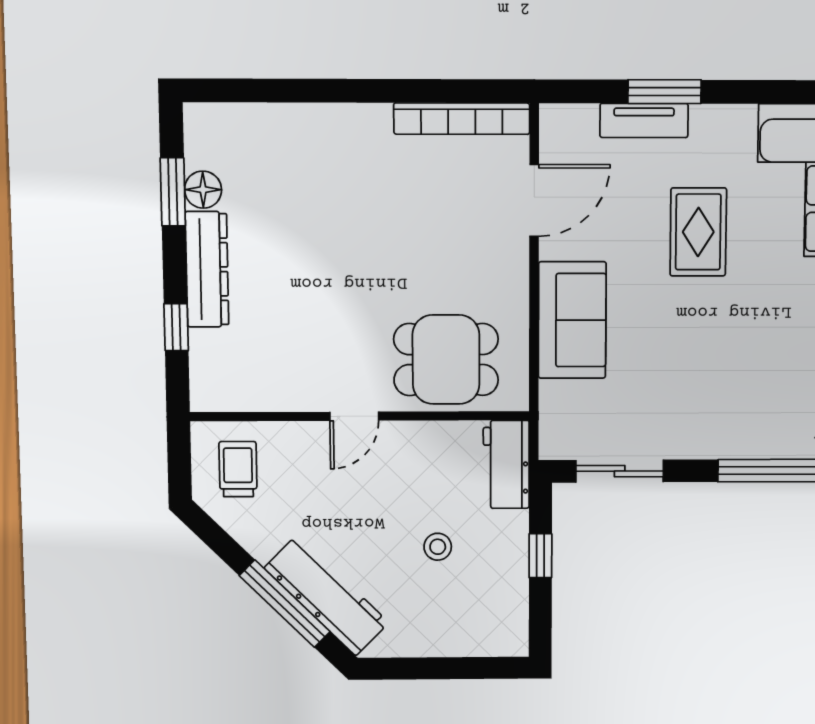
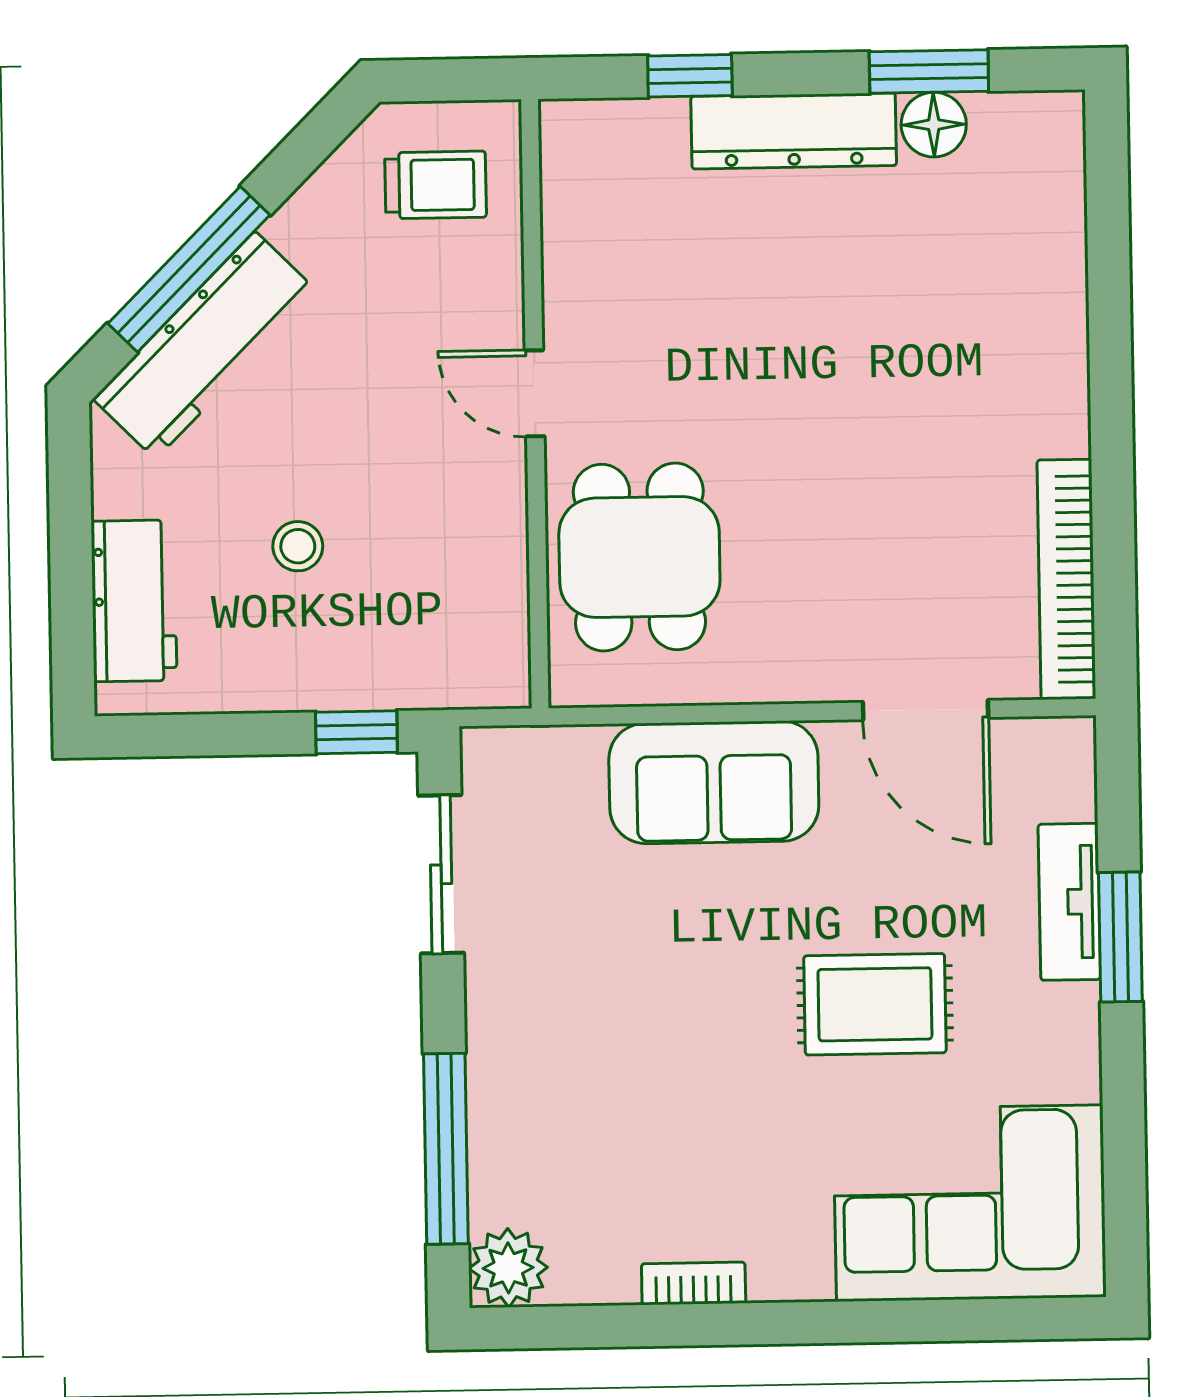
workbench: (506, 464) -> (134, 601), moved, turned 90
window: (540, 556) -> (356, 732), moved

